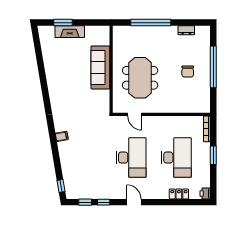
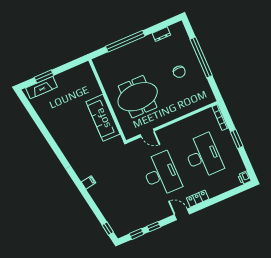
fireplace: (70, 32) -> (42, 87), moved
sofa: (100, 67) -> (103, 118), moved
meeting table: (140, 78) -> (138, 97), turned 90
locker: (179, 194) -> (198, 199), moved

